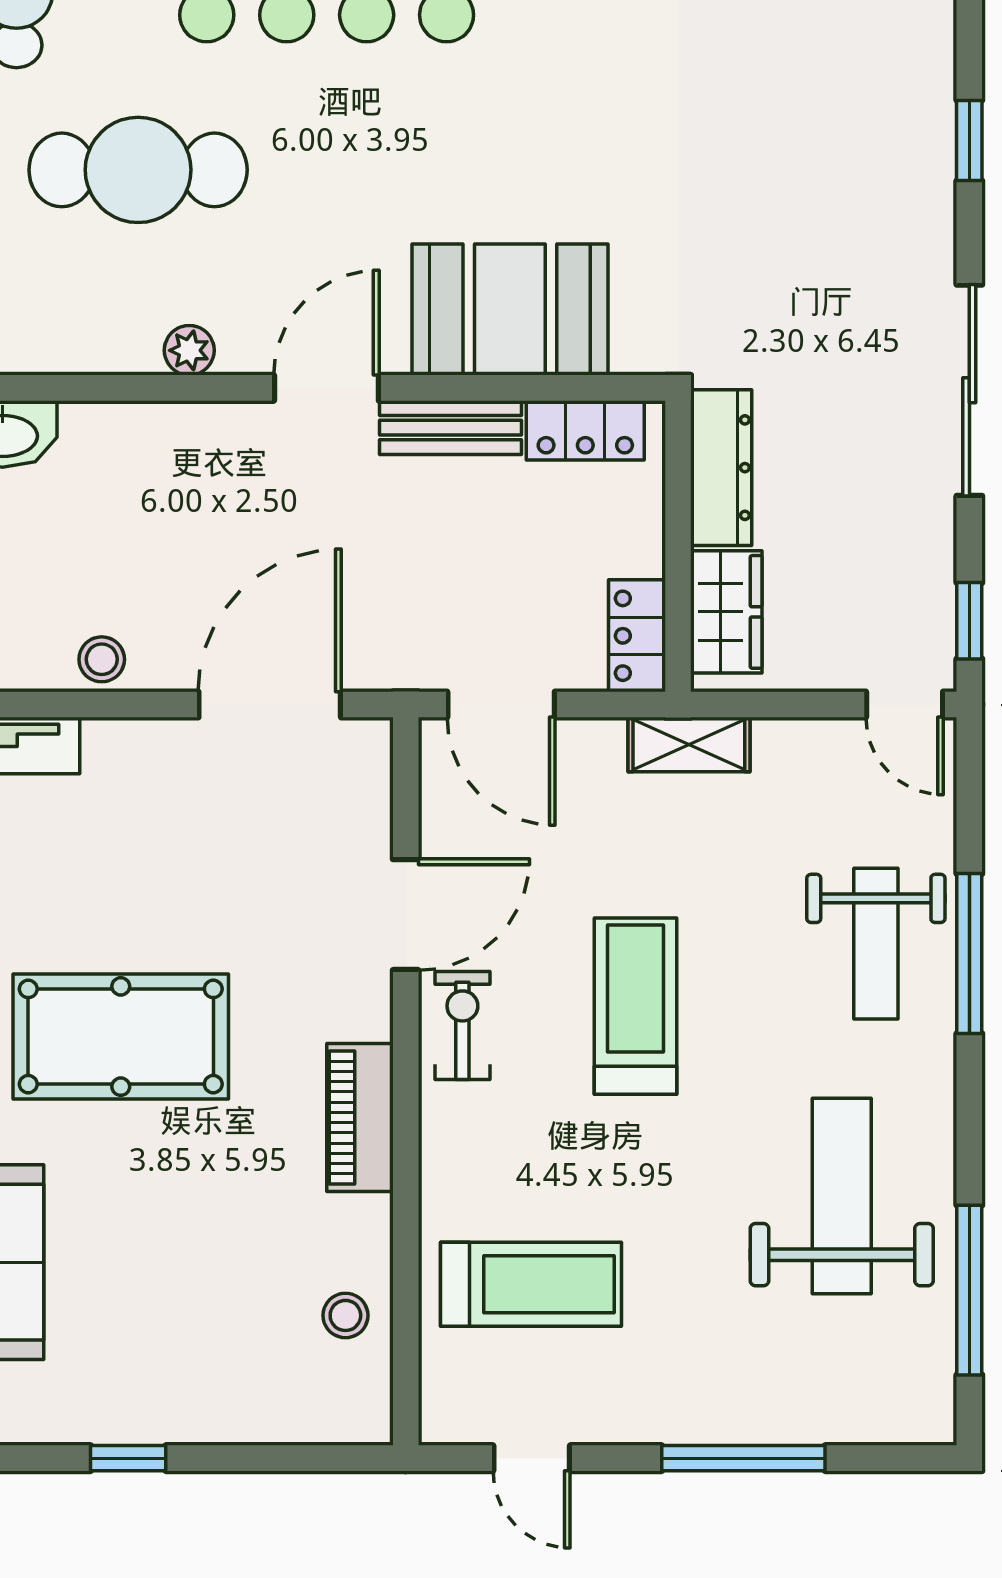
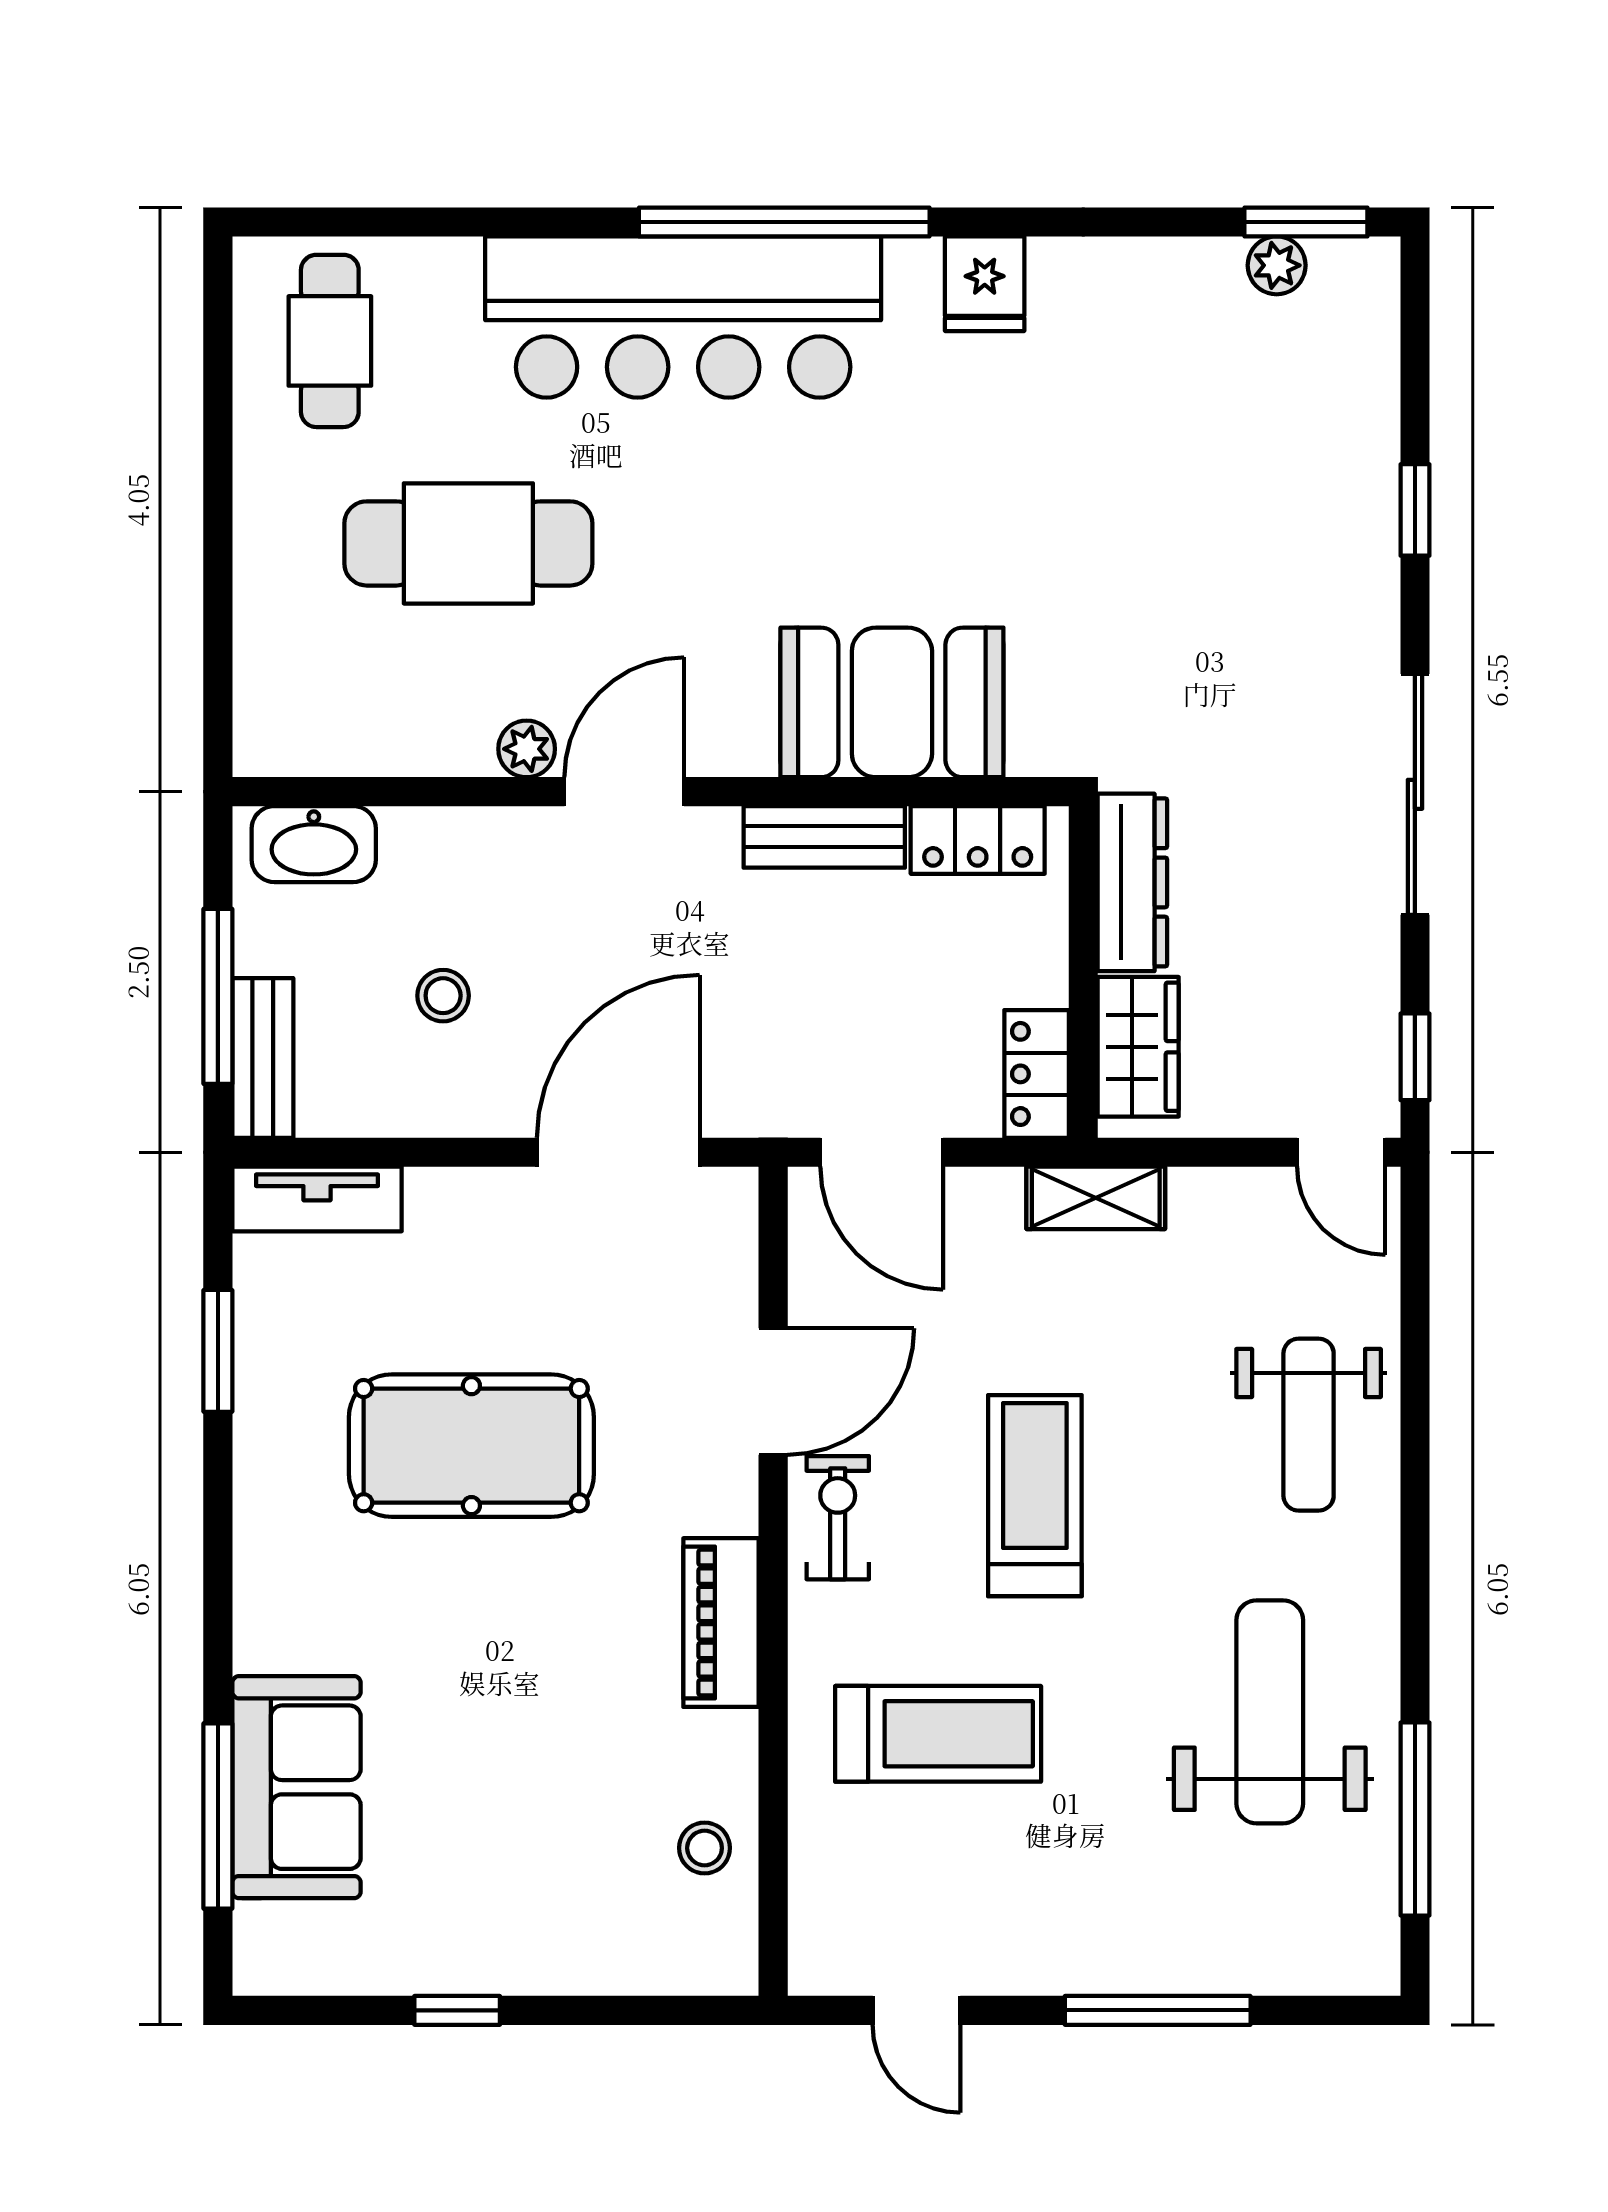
door: (326, 388) -> (624, 792), moved
stool: (102, 659) -> (443, 996), moved
window: (969, 954) -> (1415, 1436), removed
pool table: (121, 1037) -> (471, 1446), moved
treadmill: (531, 1284) -> (938, 1734), moved

